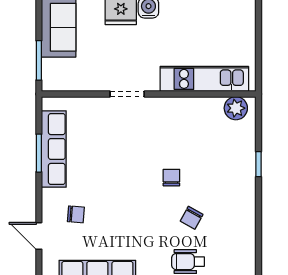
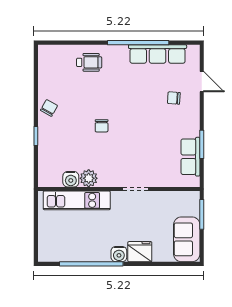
water cooler: (212, 107) -> (71, 179), added
plant: (236, 108) -> (89, 178), moved
row of seats: (54, 149) -> (190, 157), width x0.68
chair: (192, 218) -> (49, 108), moved

